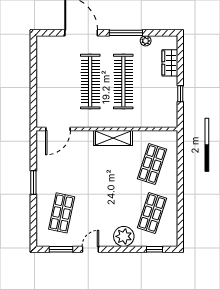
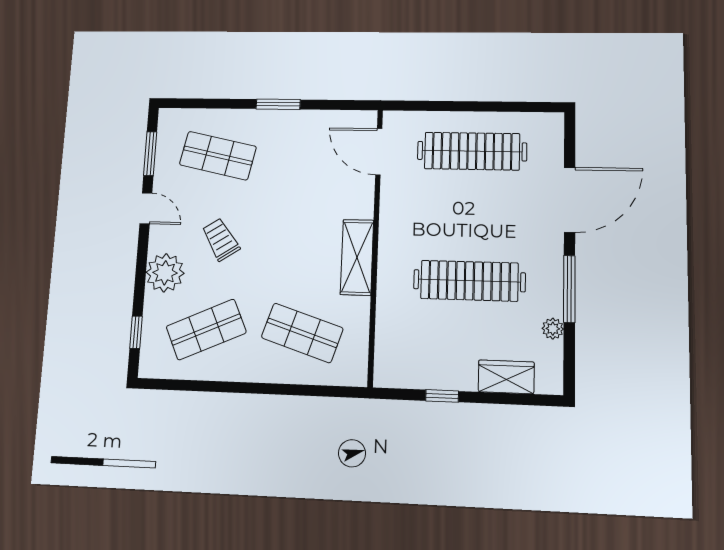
clothes rail: (90, 82) -> (472, 151), moved
trolley: (106, 209) -> (221, 239), added
shop shelf: (152, 213) -> (206, 330), turned -42

